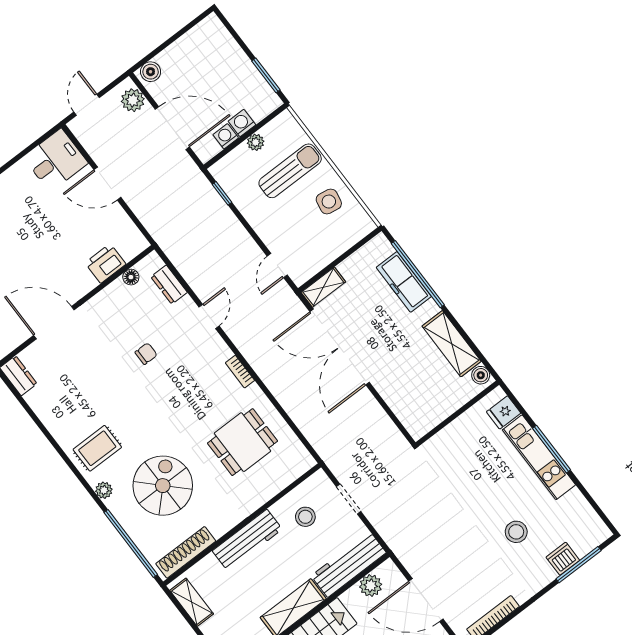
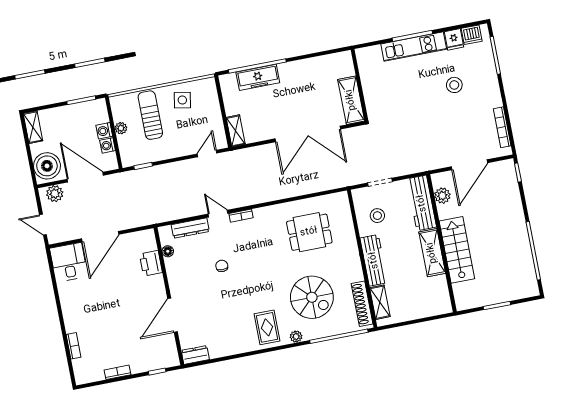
shelving: (202, 32) -> (33, 127), added
boiler: (151, 72) -> (47, 166), width x1.86, depth x1.86
door: (172, 128) -> (85, 177), hinge flipped
door: (107, 184) -> (100, 236), width x1.36
door: (277, 266) -> (207, 154), swing flipped
dresser: (169, 285) -> (190, 228), width x1.44
shelving: (452, 344) -> (351, 100), moved, turned 90
double door: (340, 347) -> (308, 134), moved
bookcase: (240, 372) -> (241, 216), moved
boiler: (481, 375) -> (342, 58), removed
fridge: (504, 412) -> (454, 39), moved
dining table: (242, 442) -> (309, 232), turned 90
spiral stairs: (163, 486) -> (312, 297), turned 180
dishwasher: (563, 559) -> (472, 35), moved, turned -90
shelving: (192, 602) -> (380, 302), moved, turned 90

